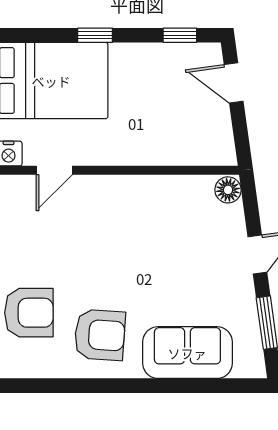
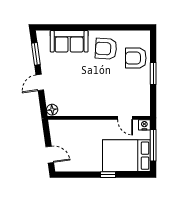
window: (180, 35) -> (72, 175), removed
door: (54, 170) -> (125, 118), swing flipped

